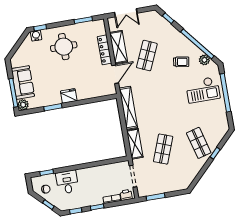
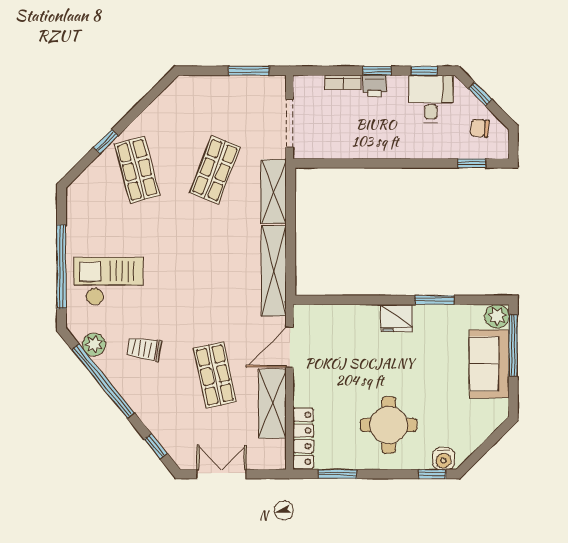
double door: (126, 13) -> (222, 474), moved
locker: (104, 50) -> (303, 438), moved
shop shelf: (147, 56) -> (215, 375), turned -36
desk: (67, 182) -> (431, 99), moved, turned 180
printer: (126, 195) -> (375, 86), moved

